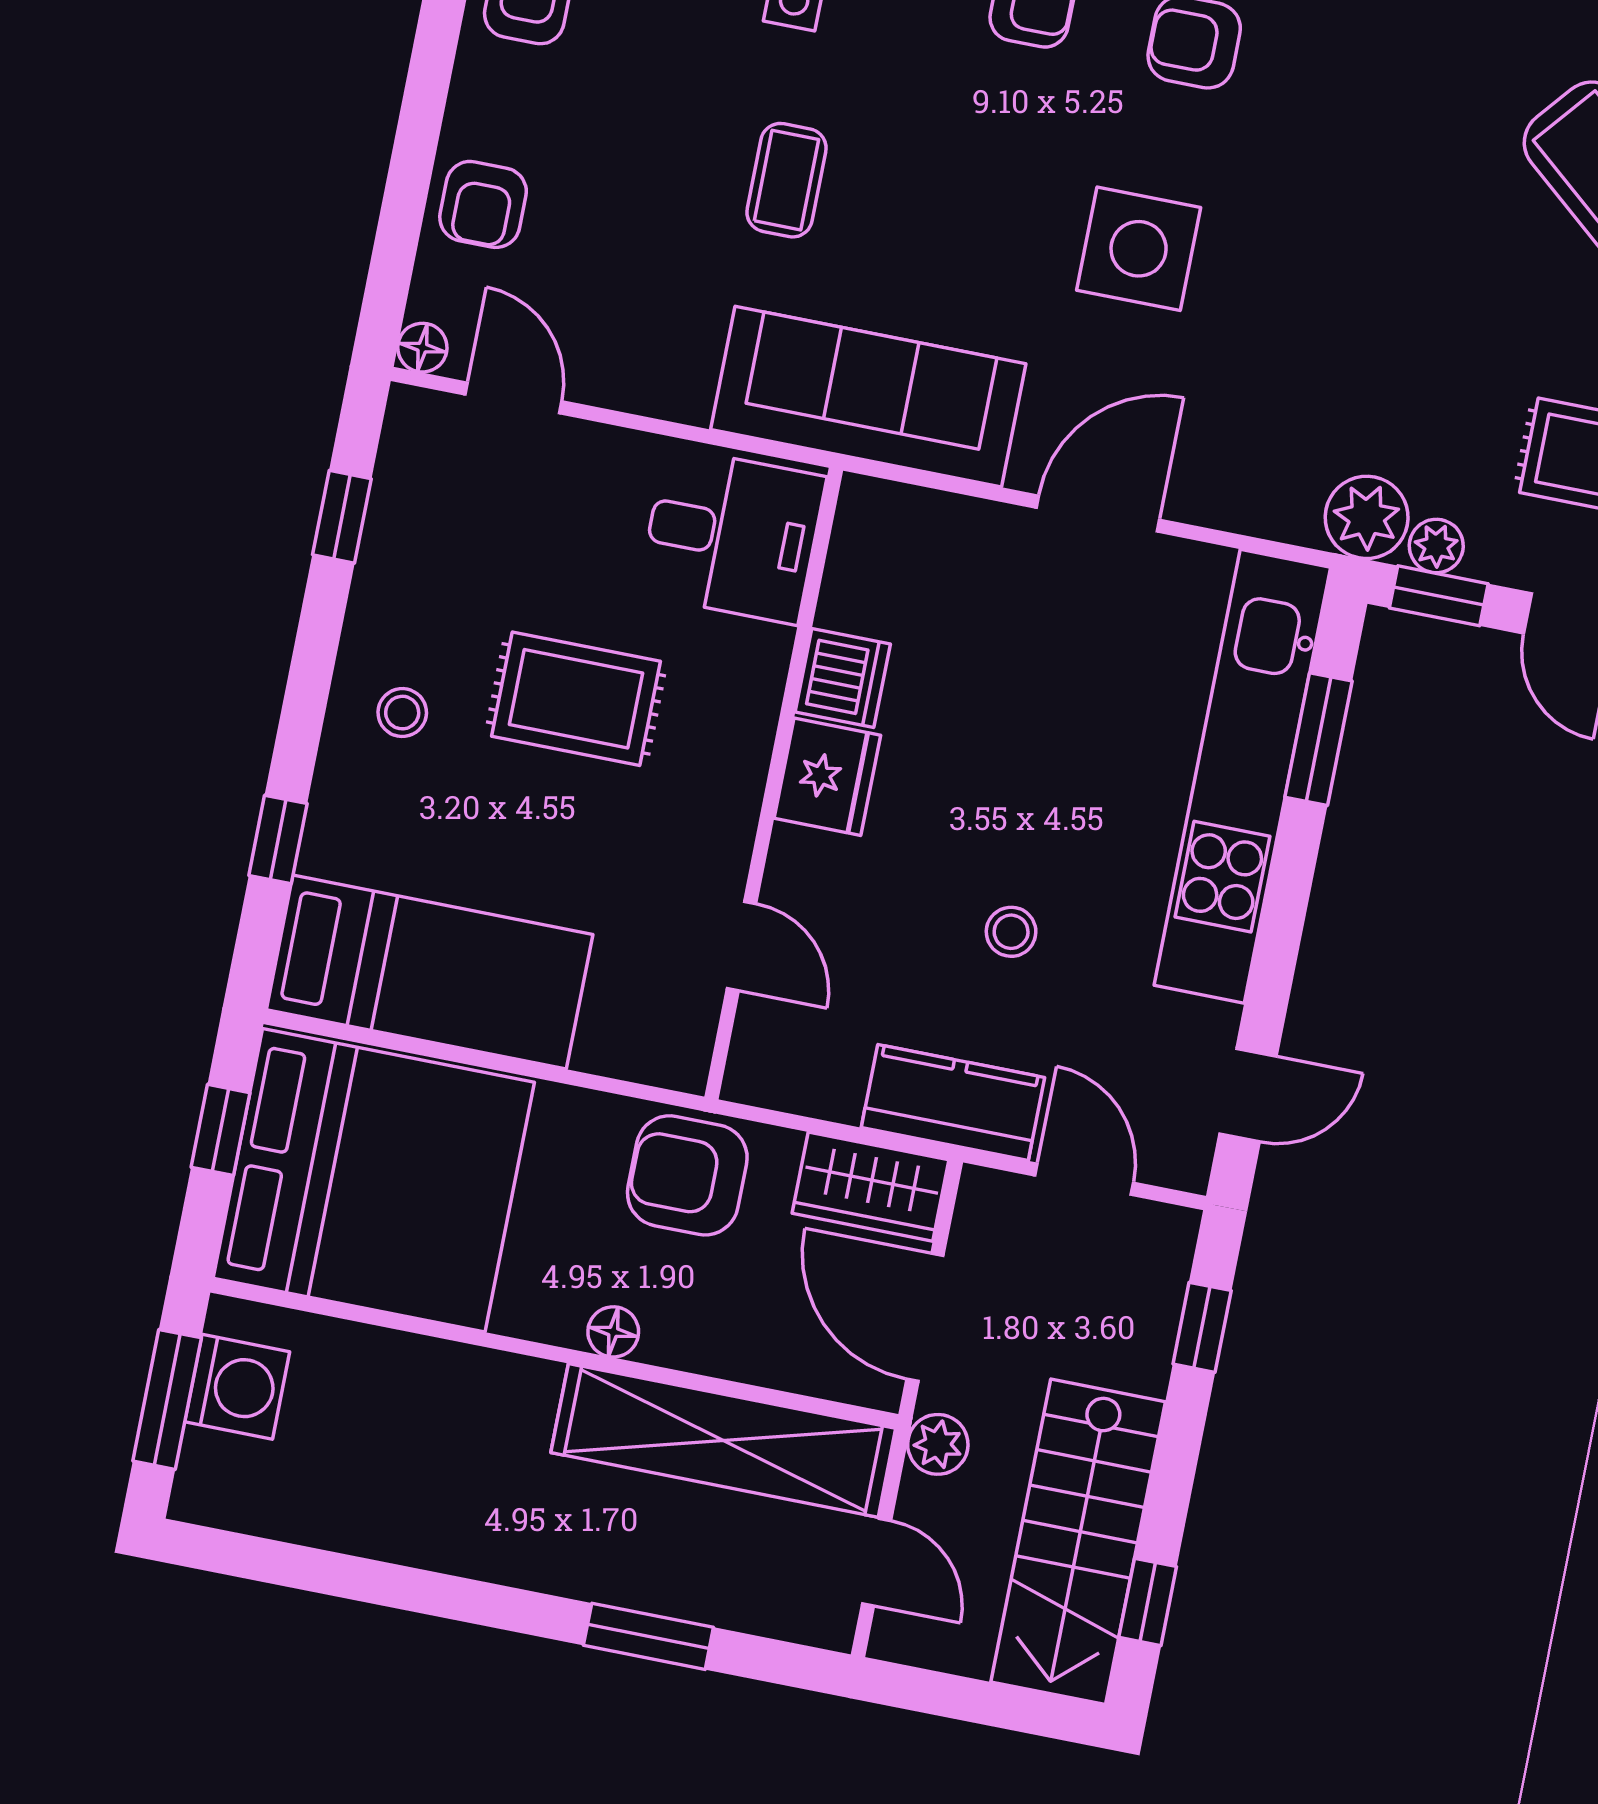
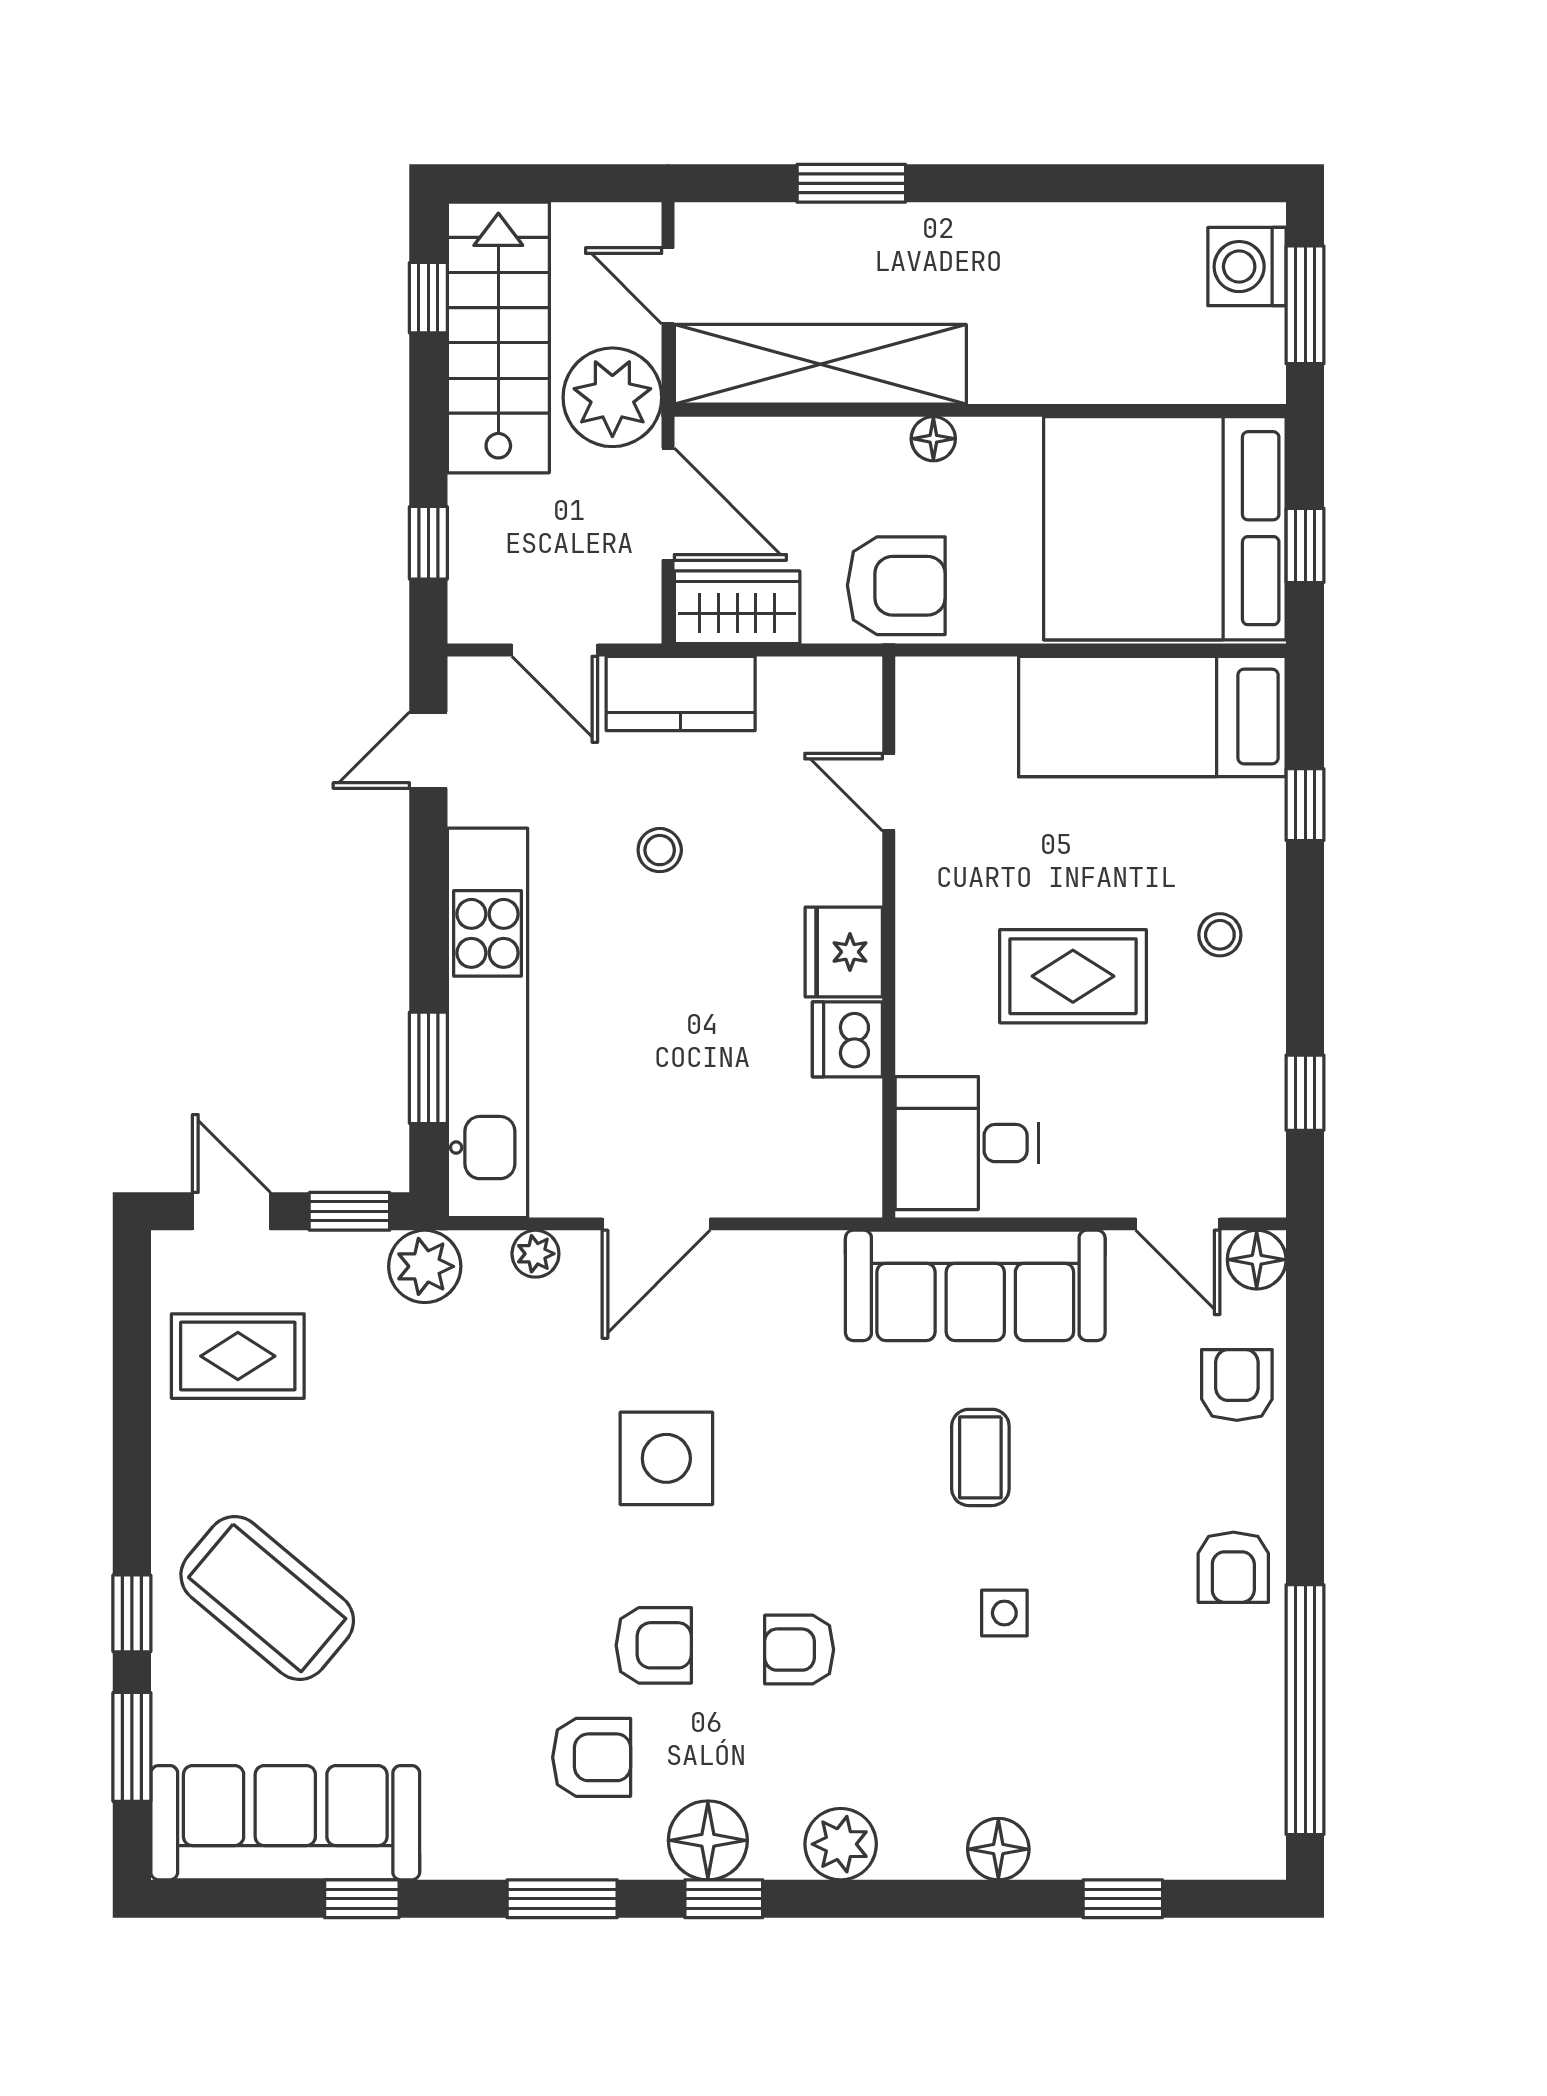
floor lamp: (422, 348) -> (1257, 1260), width x1.37, depth x1.37
sofa: (868, 397) -> (975, 1285), moved
plant: (1436, 546) -> (535, 1254), moved
washing machine: (237, 1387) -> (1247, 267), moved
plant: (938, 1444) -> (612, 397), width x1.87, depth x1.87

